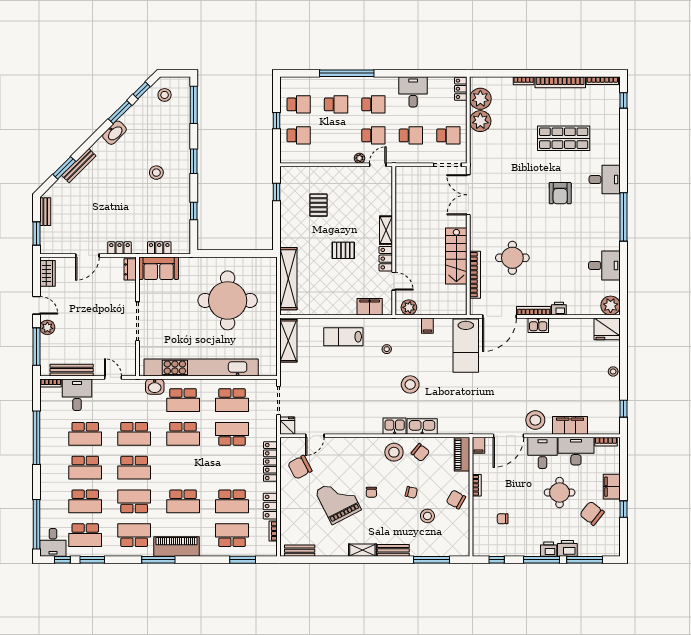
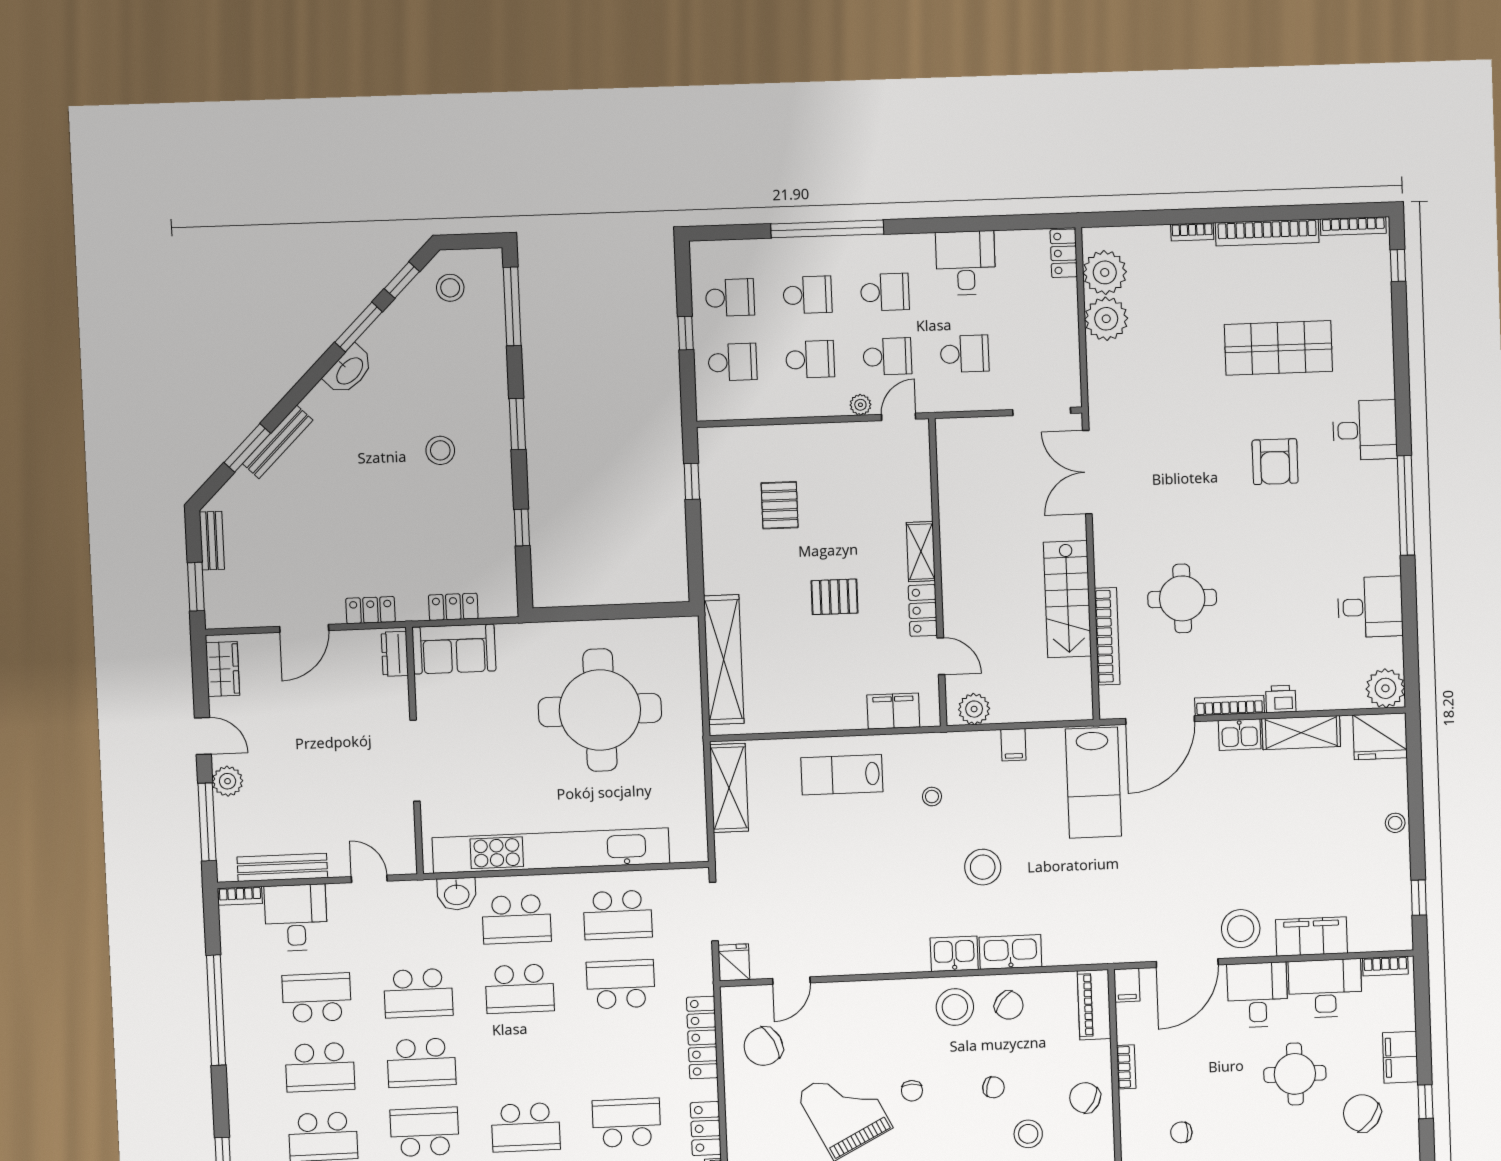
school desk: (448, 135) -> (810, 359), moved
shelving: (568, 325) -> (1301, 733), added
school desk: (85, 434) -> (317, 998), turned 180
school desk: (232, 501) -> (627, 1123), turned 180

